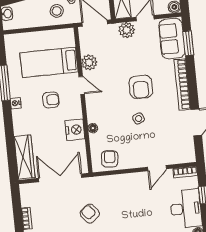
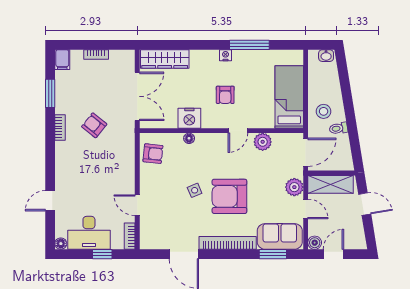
bed: (49, 62) -> (289, 97), moved
armchair: (141, 87) -> (229, 196), width x1.36, depth x1.36
armchair: (90, 214) -> (94, 125), turned -102

